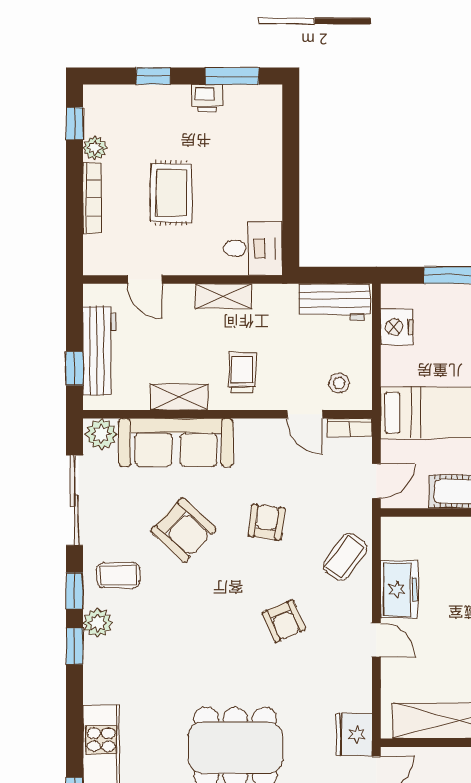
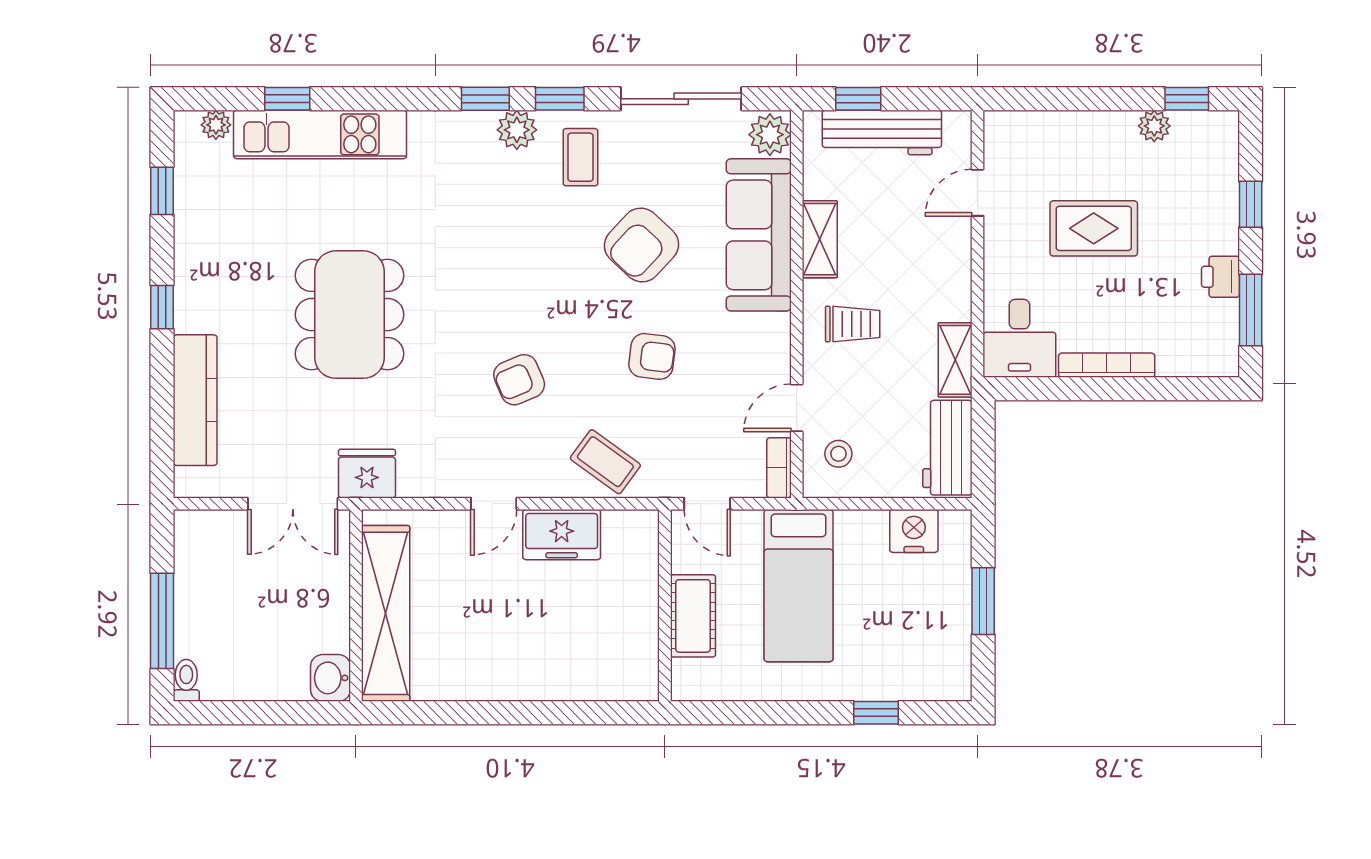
bookcase: (92, 198) -> (1107, 365), moved, turned 180
shelving: (223, 296) -> (955, 360), moved

